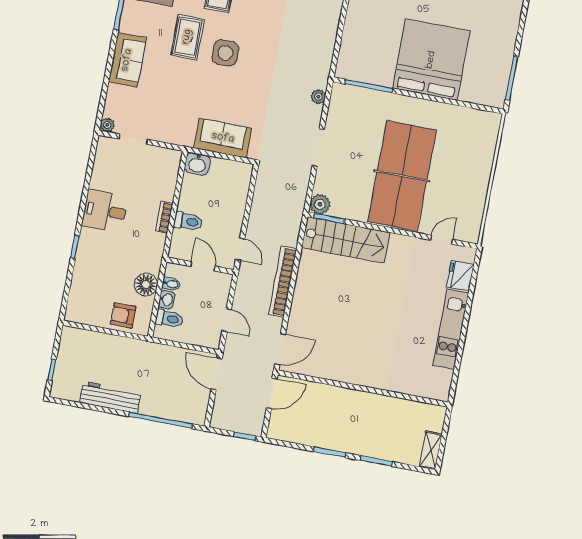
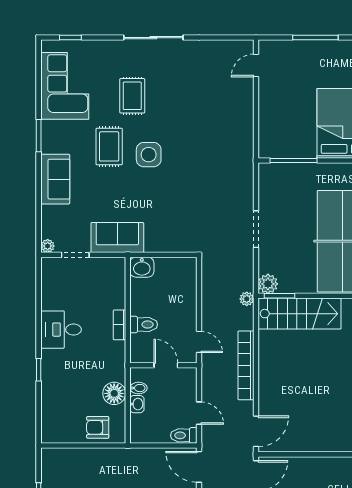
plant: (318, 97) -> (247, 299), moved
sofa: (223, 138) -> (117, 238), moved
toilet: (169, 319) -> (184, 435), moved, turned 180

